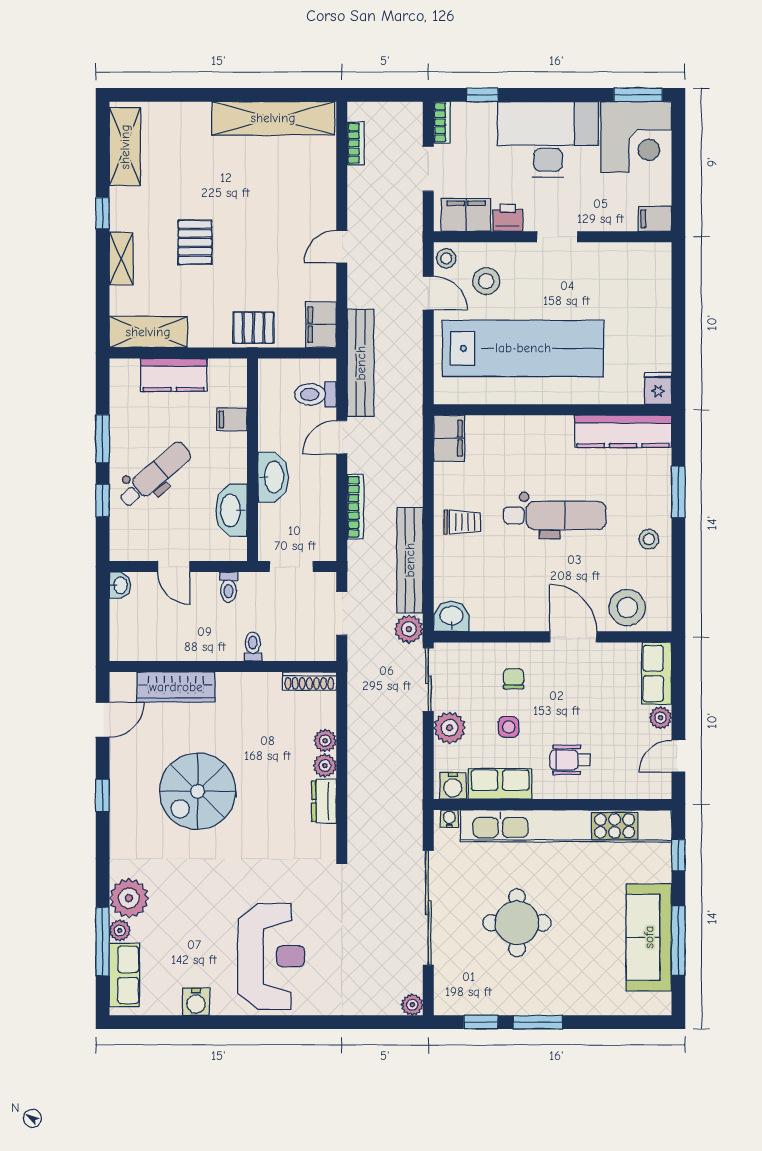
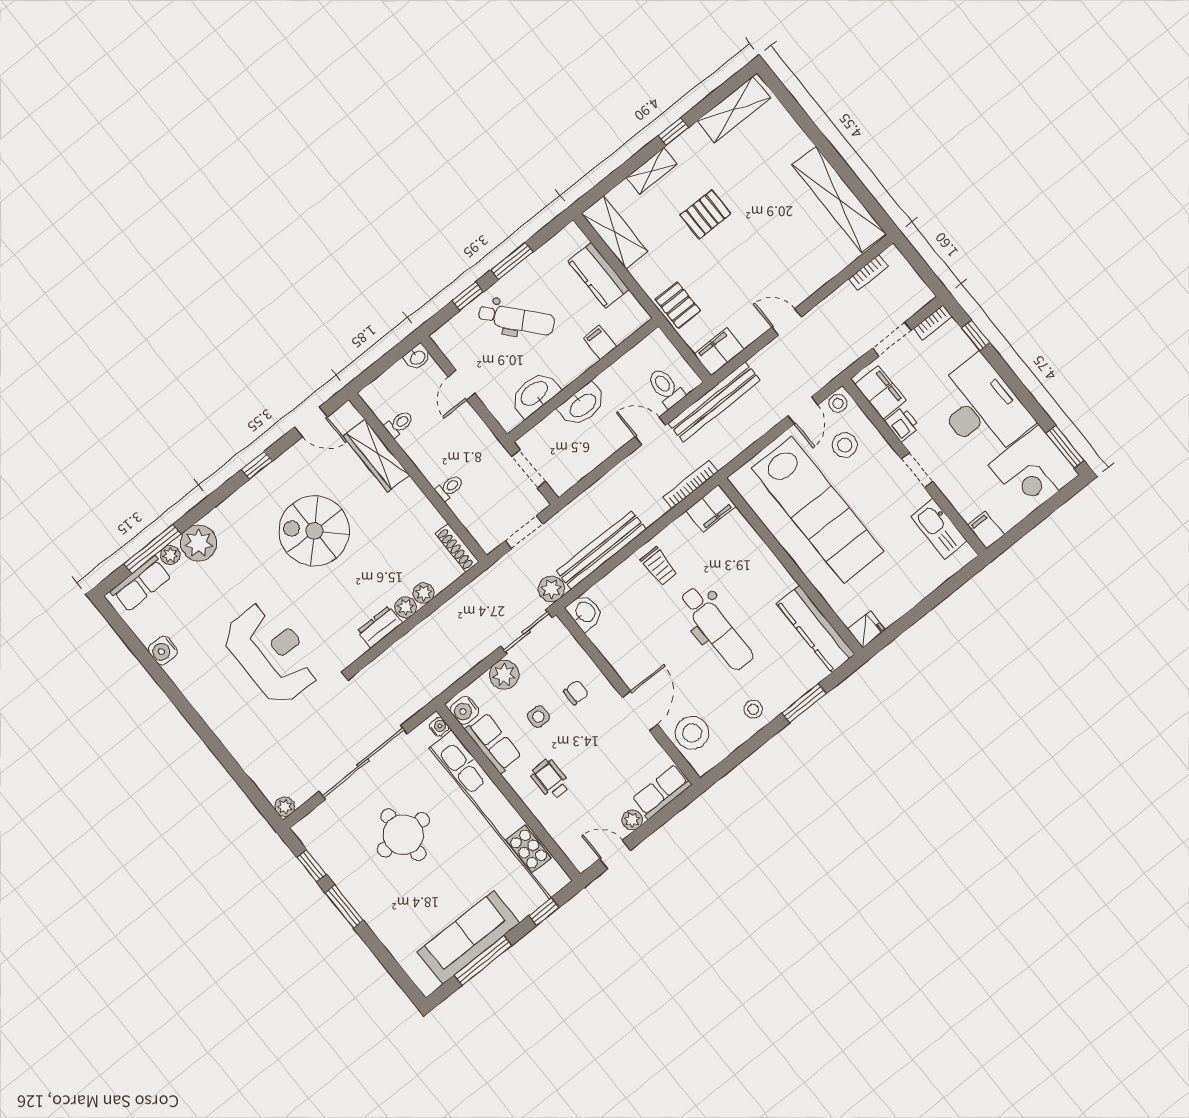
kitchen sink: (622, 258) -> (939, 529), added
bookcase: (355, 507) -> (690, 484), moved, turned 180
toilet: (228, 587) -> (399, 424), moved, turned 180
reception desk: (271, 956) -> (271, 653), moved, turned -90

